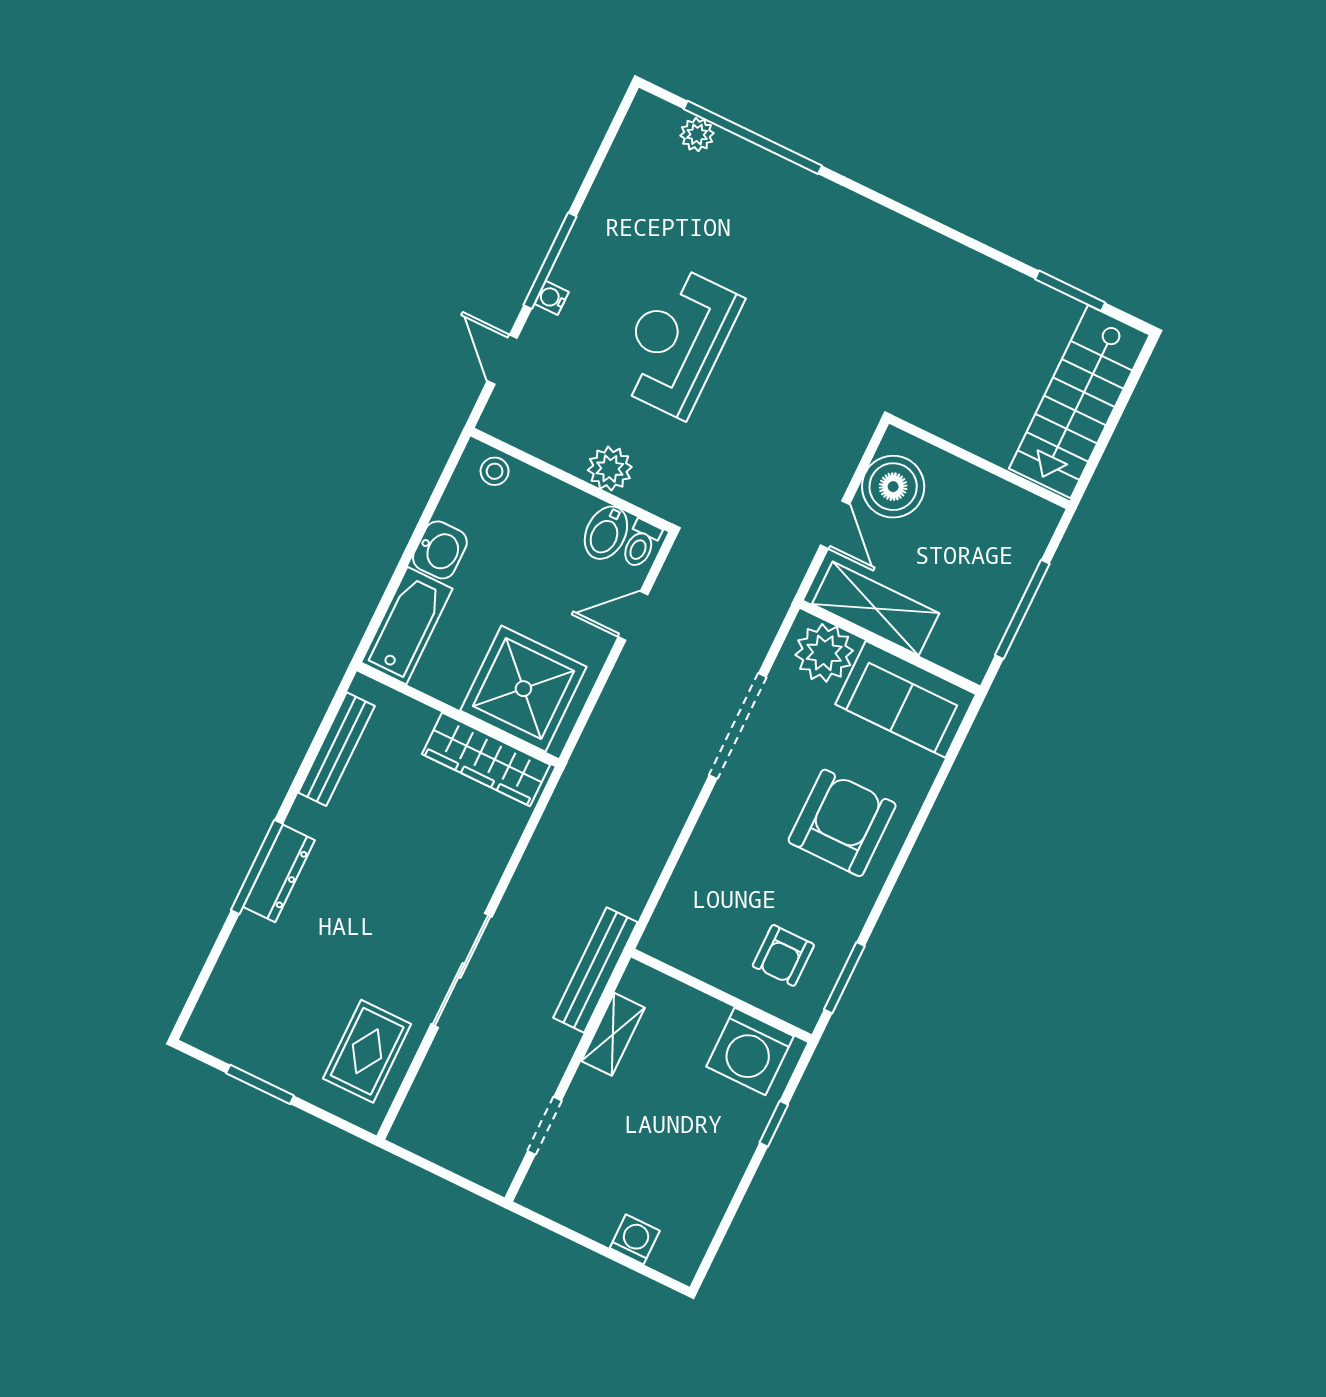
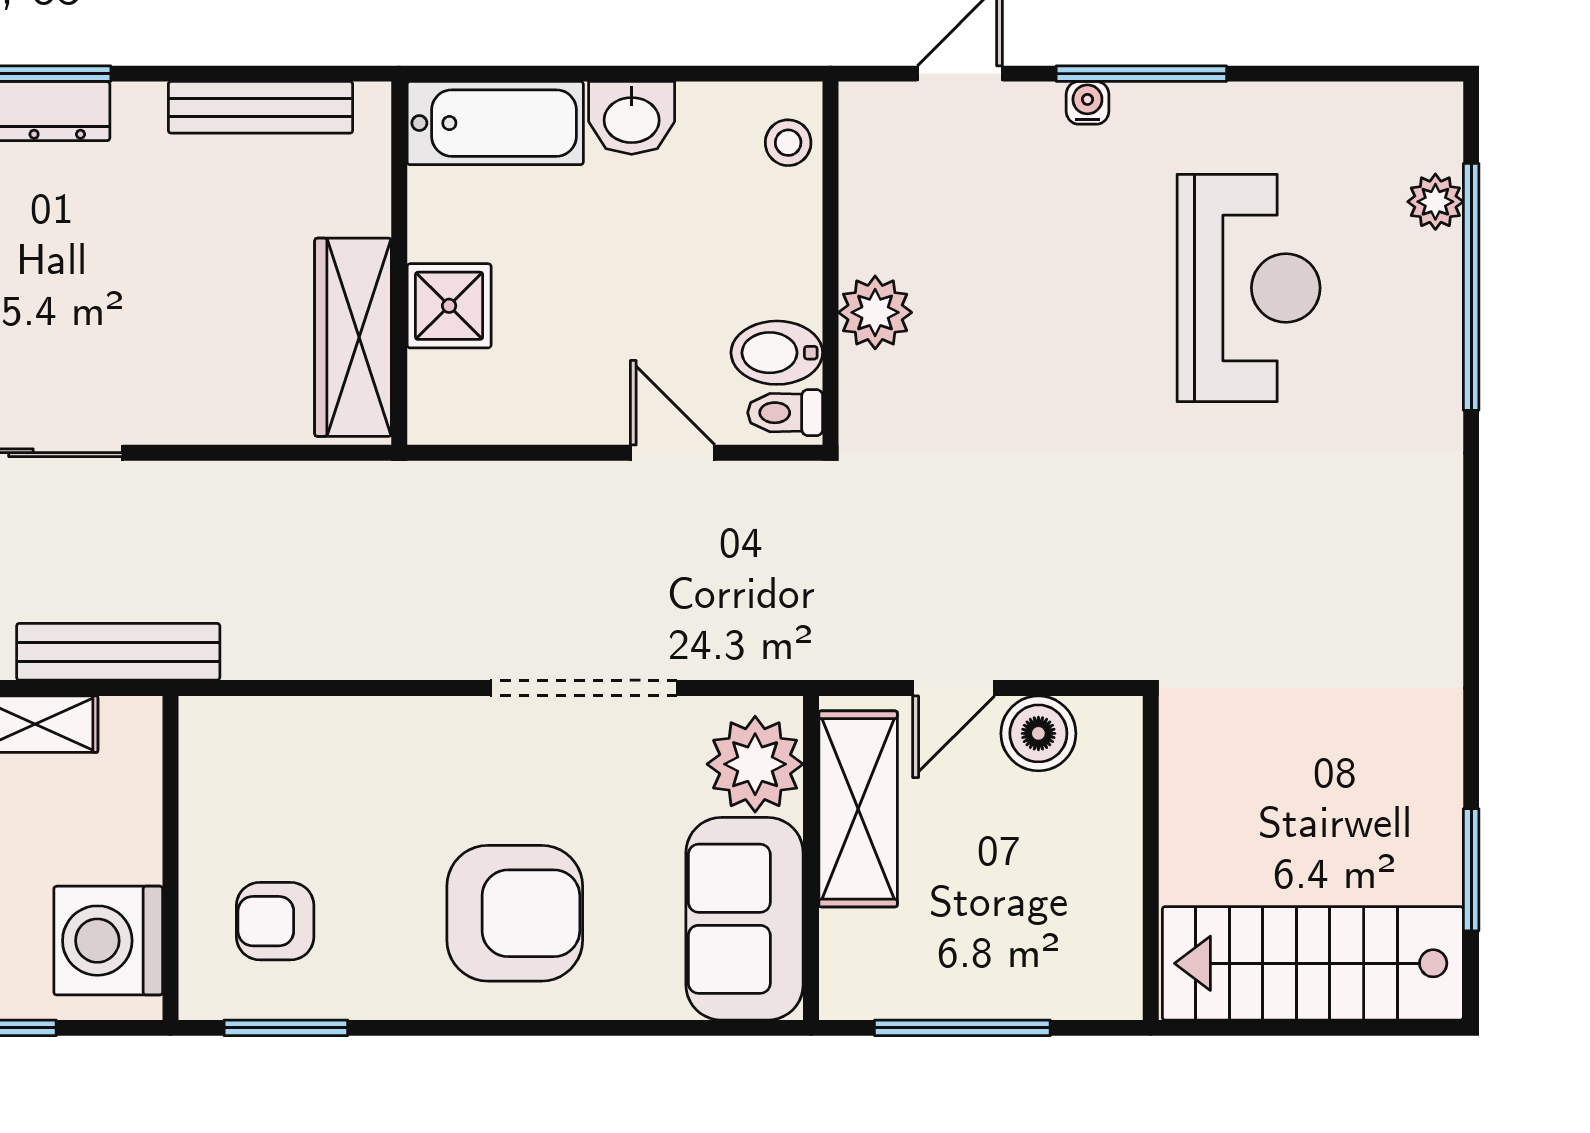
reception desk: (677, 341) -> (1249, 288), moved, turned 90
boiler: (893, 487) -> (1038, 733), width x0.73, depth x0.73
shower: (523, 689) -> (449, 306), width x0.54, depth x0.54

